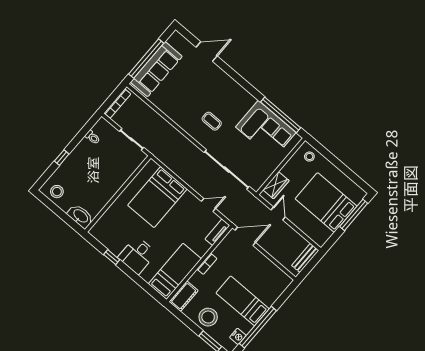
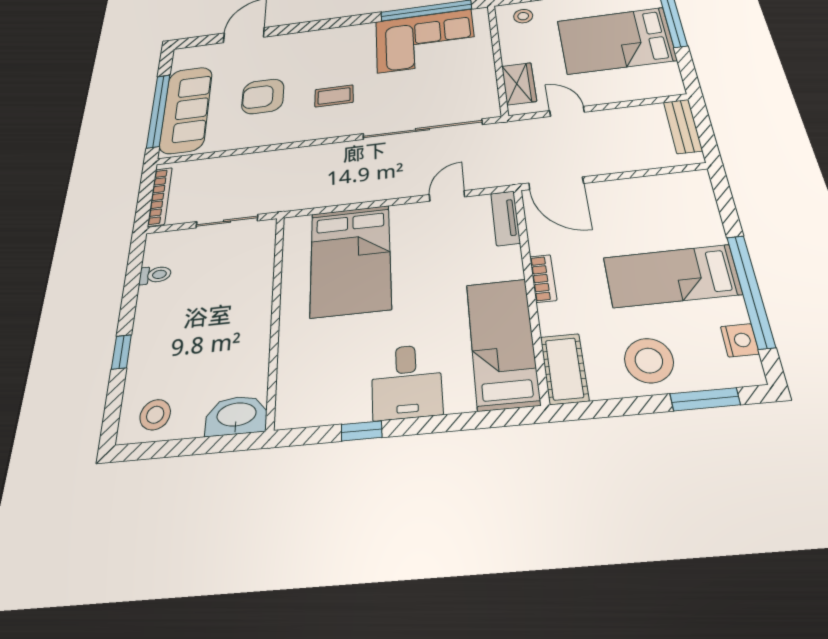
armchair: (188, 93) -> (263, 96), added
door: (245, 236) -> (556, 183), swing flipped

